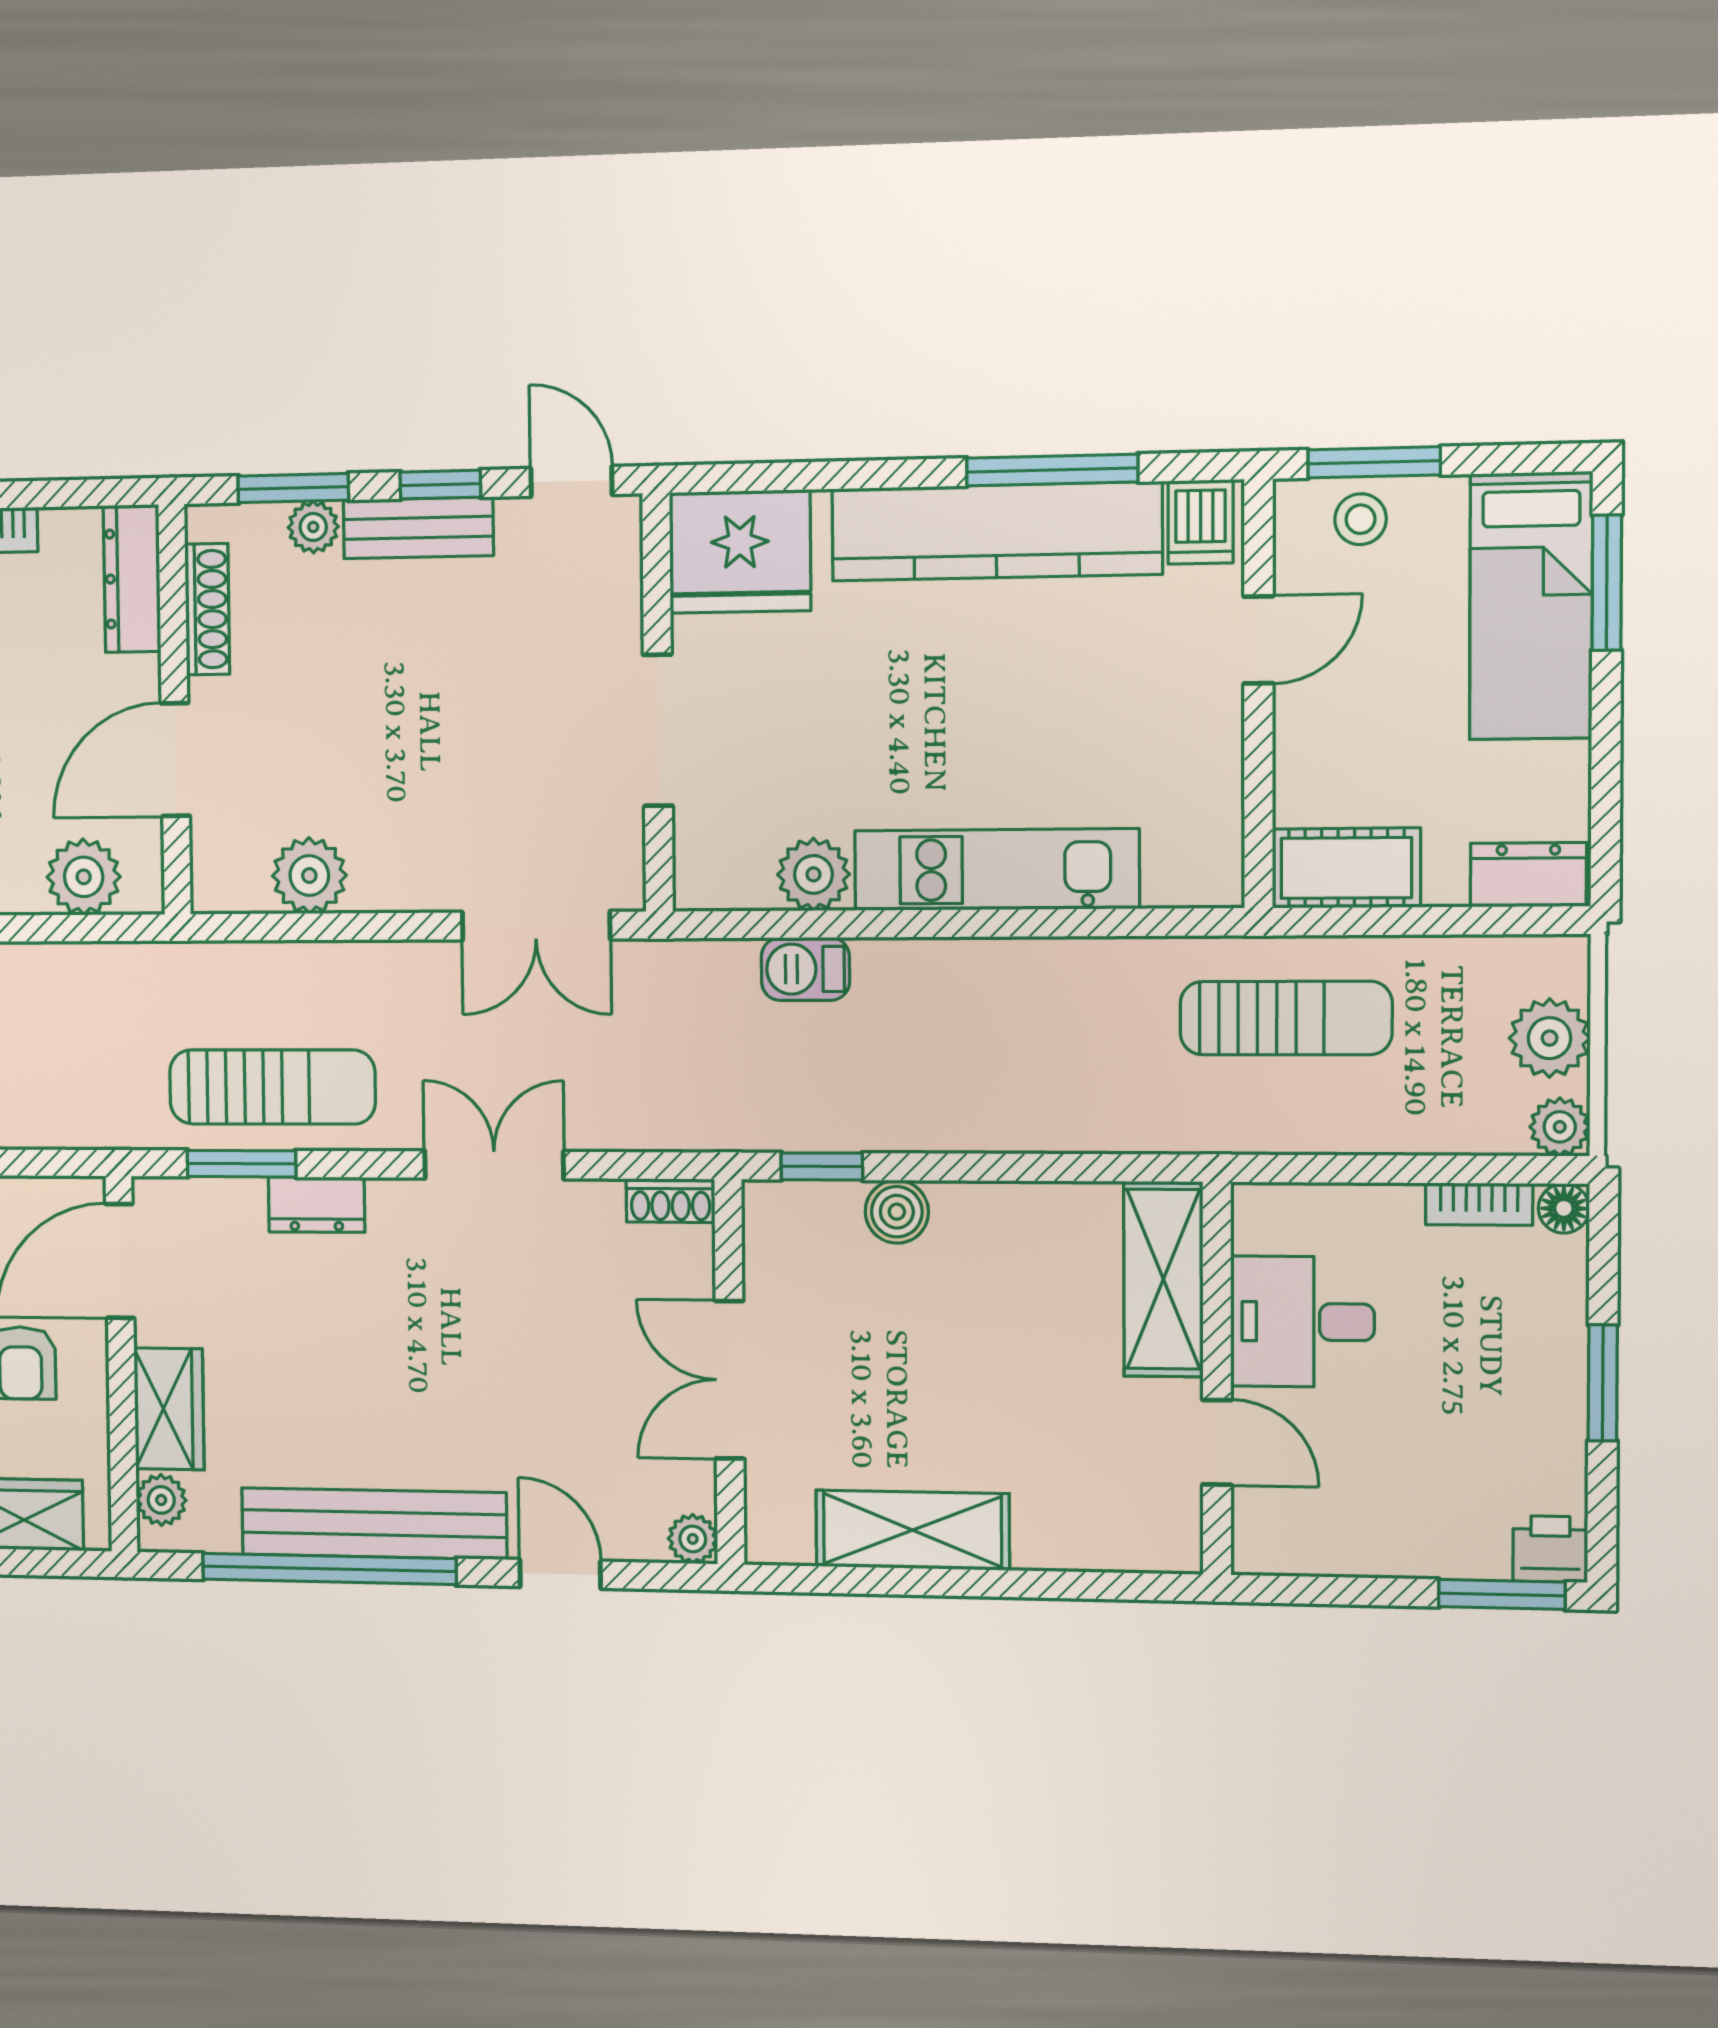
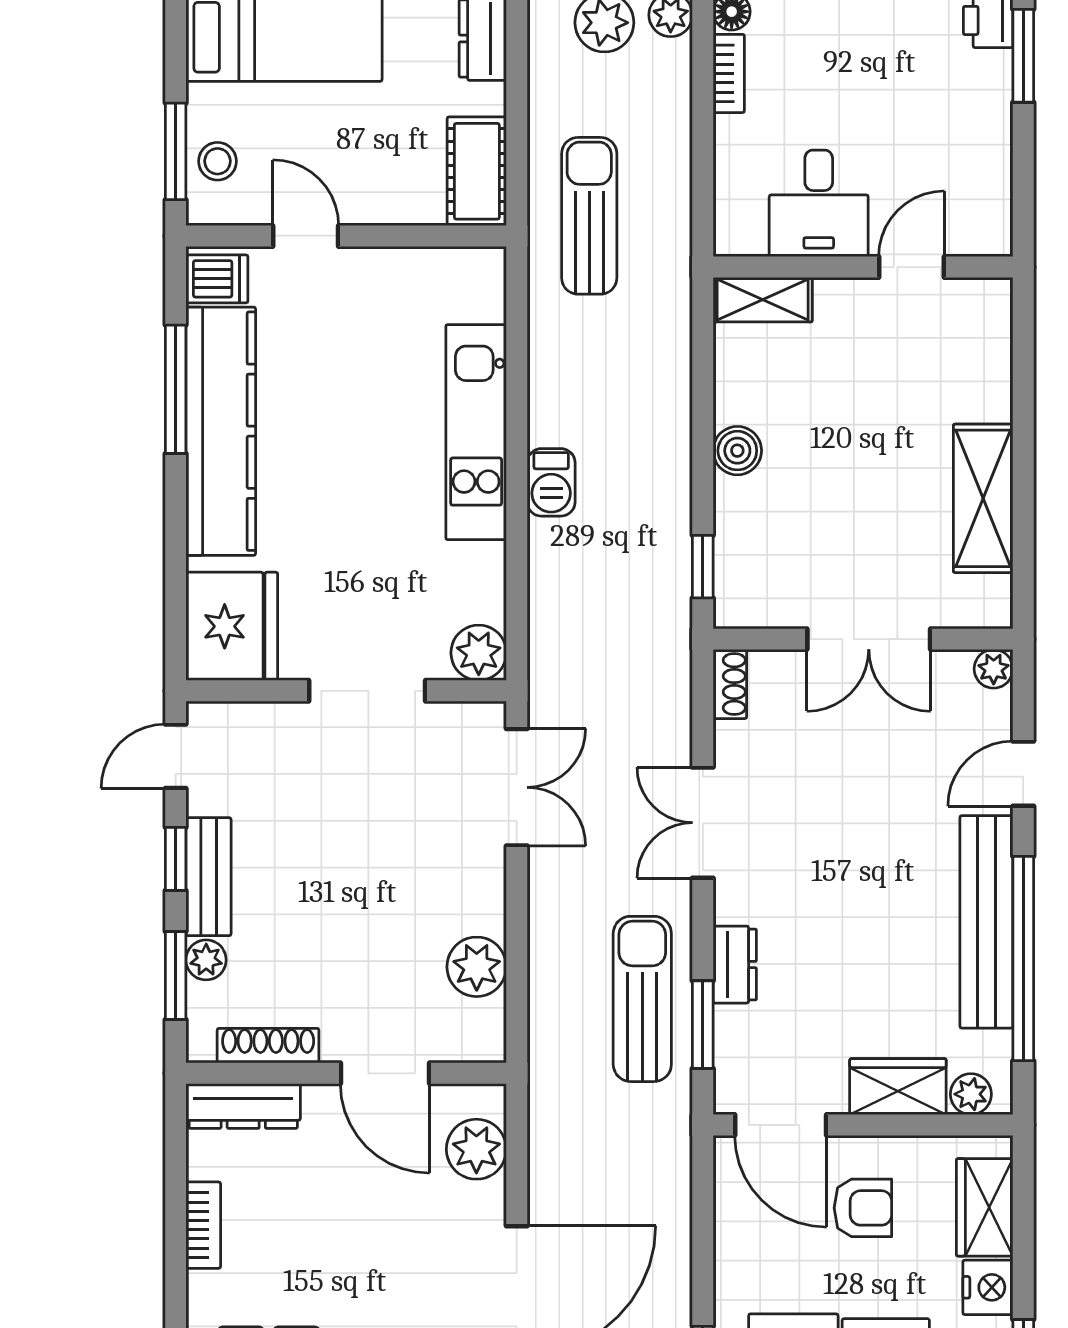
plant: (813, 874) -> (479, 653), moved
barbecue: (805, 969) -> (551, 482), moved
boiler: (897, 1212) -> (737, 451), moved
shelving: (1163, 1279) -> (763, 300), width x0.67, depth x0.75

